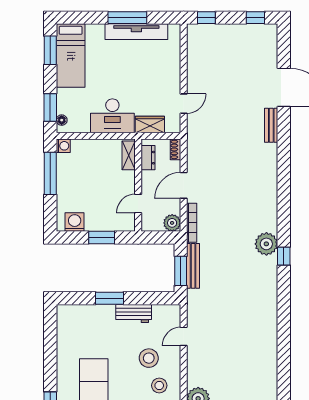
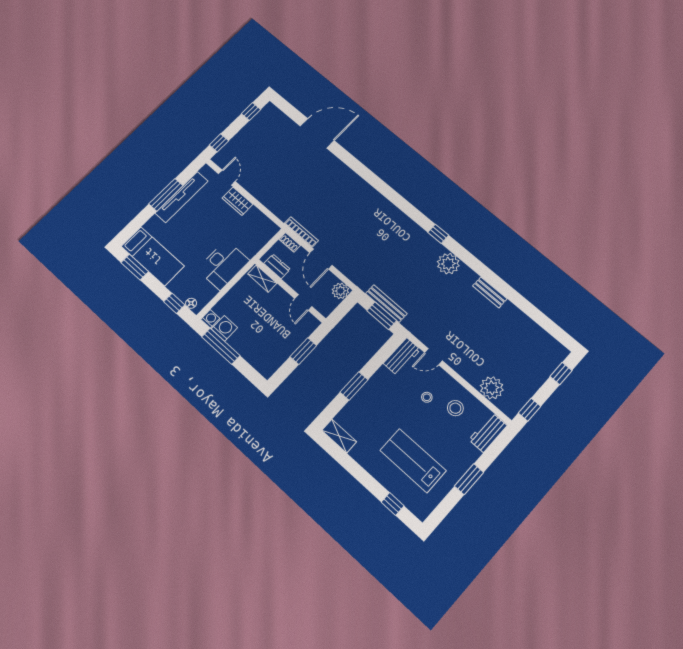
door: (184, 104) -> (227, 178), moved
window: (50, 107) -> (174, 303), width x0.67
wardrobe: (150, 124) -> (238, 201), moved, turned -90
bench: (271, 125) -> (490, 292), moved
washing machine: (75, 222) -> (224, 328), moved, turned 90
bookcase: (192, 223) -> (301, 232), moved
plant: (266, 244) -> (448, 264), moved
workbench: (134, 313) -> (402, 357), moved
shelving: (64, 320) -> (339, 436), added
door: (184, 336) -> (434, 357), hinge flipped
stool: (149, 358) -> (427, 397), width x0.53, depth x0.53

